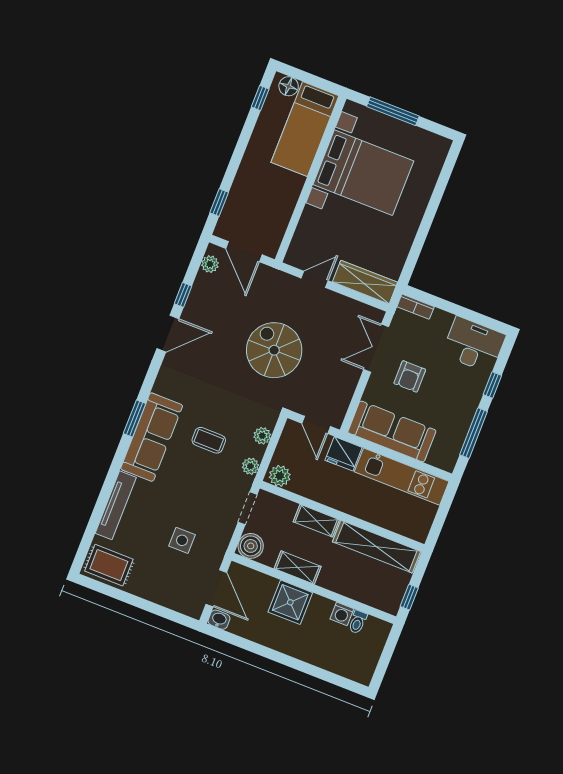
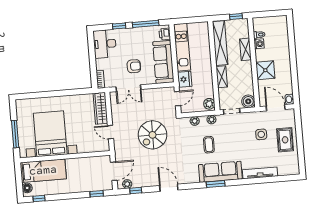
window: (183, 295) -> (136, 190), moved
printer: (439, 458) -> (165, 34), added
rug: (109, 565) -> (285, 140), moved
shelving: (298, 568) -> (246, 49), moved
door: (216, 588) -> (276, 108), hinge flipped

